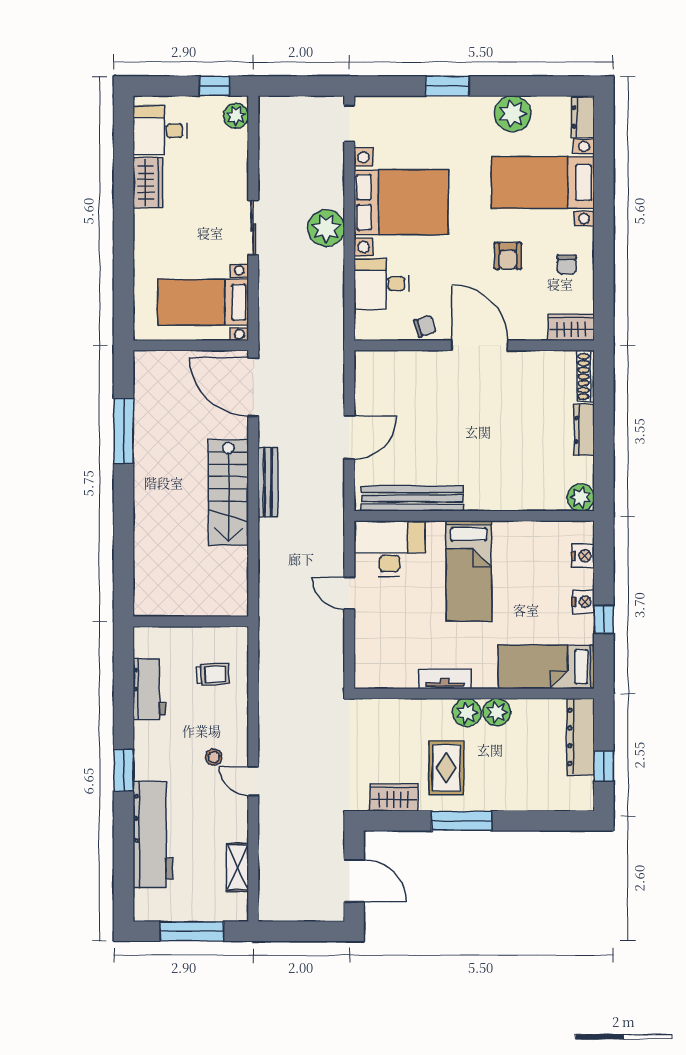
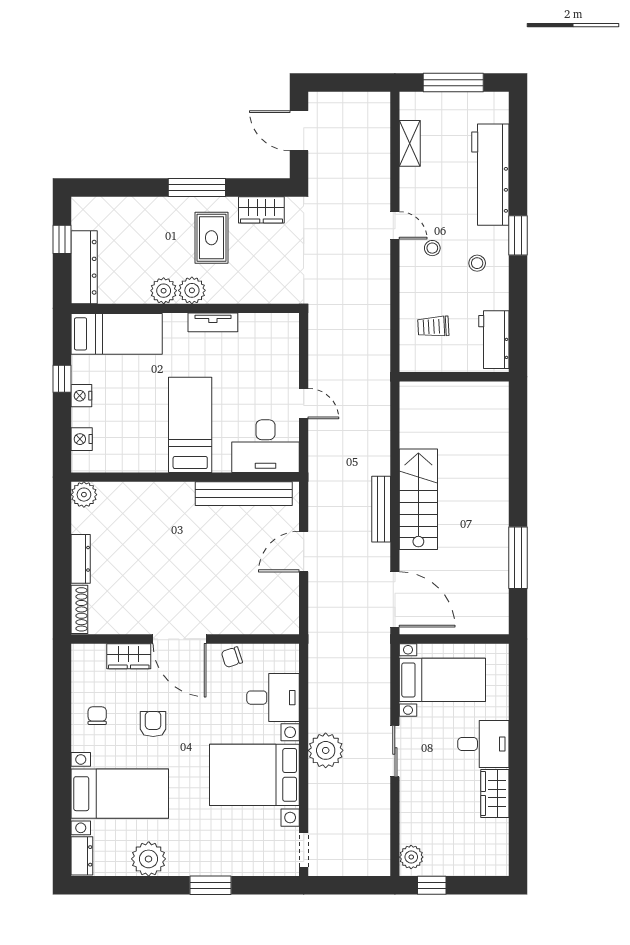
desk: (160, 131) -> (483, 744), moved
wardrobe: (571, 327) -> (129, 656), moved
workbench: (149, 689) -> (494, 340), moved
stool: (167, 741) -> (477, 263), added

